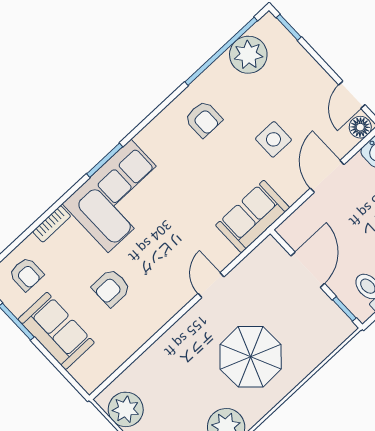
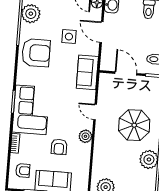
armchair: (204, 119) -> (36, 53), width x1.88, depth x1.88
plant: (164, 308) -> (85, 136), added

